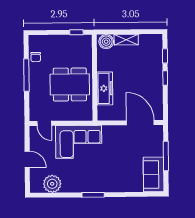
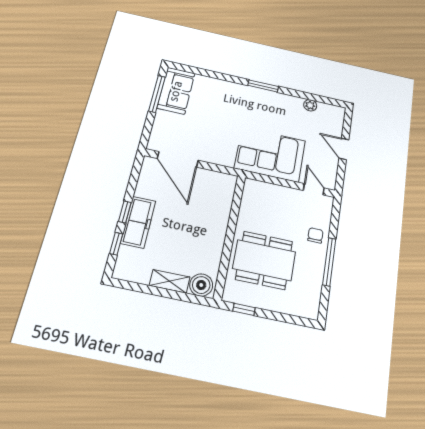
chair: (36, 57) -> (315, 235), moved
dining table: (70, 84) -> (264, 260), moved
freezer: (105, 88) -> (138, 222), moved, turned 180
window: (166, 156) -> (157, 94), moved
plant: (52, 184) -> (310, 105), width x0.53, depth x0.53

